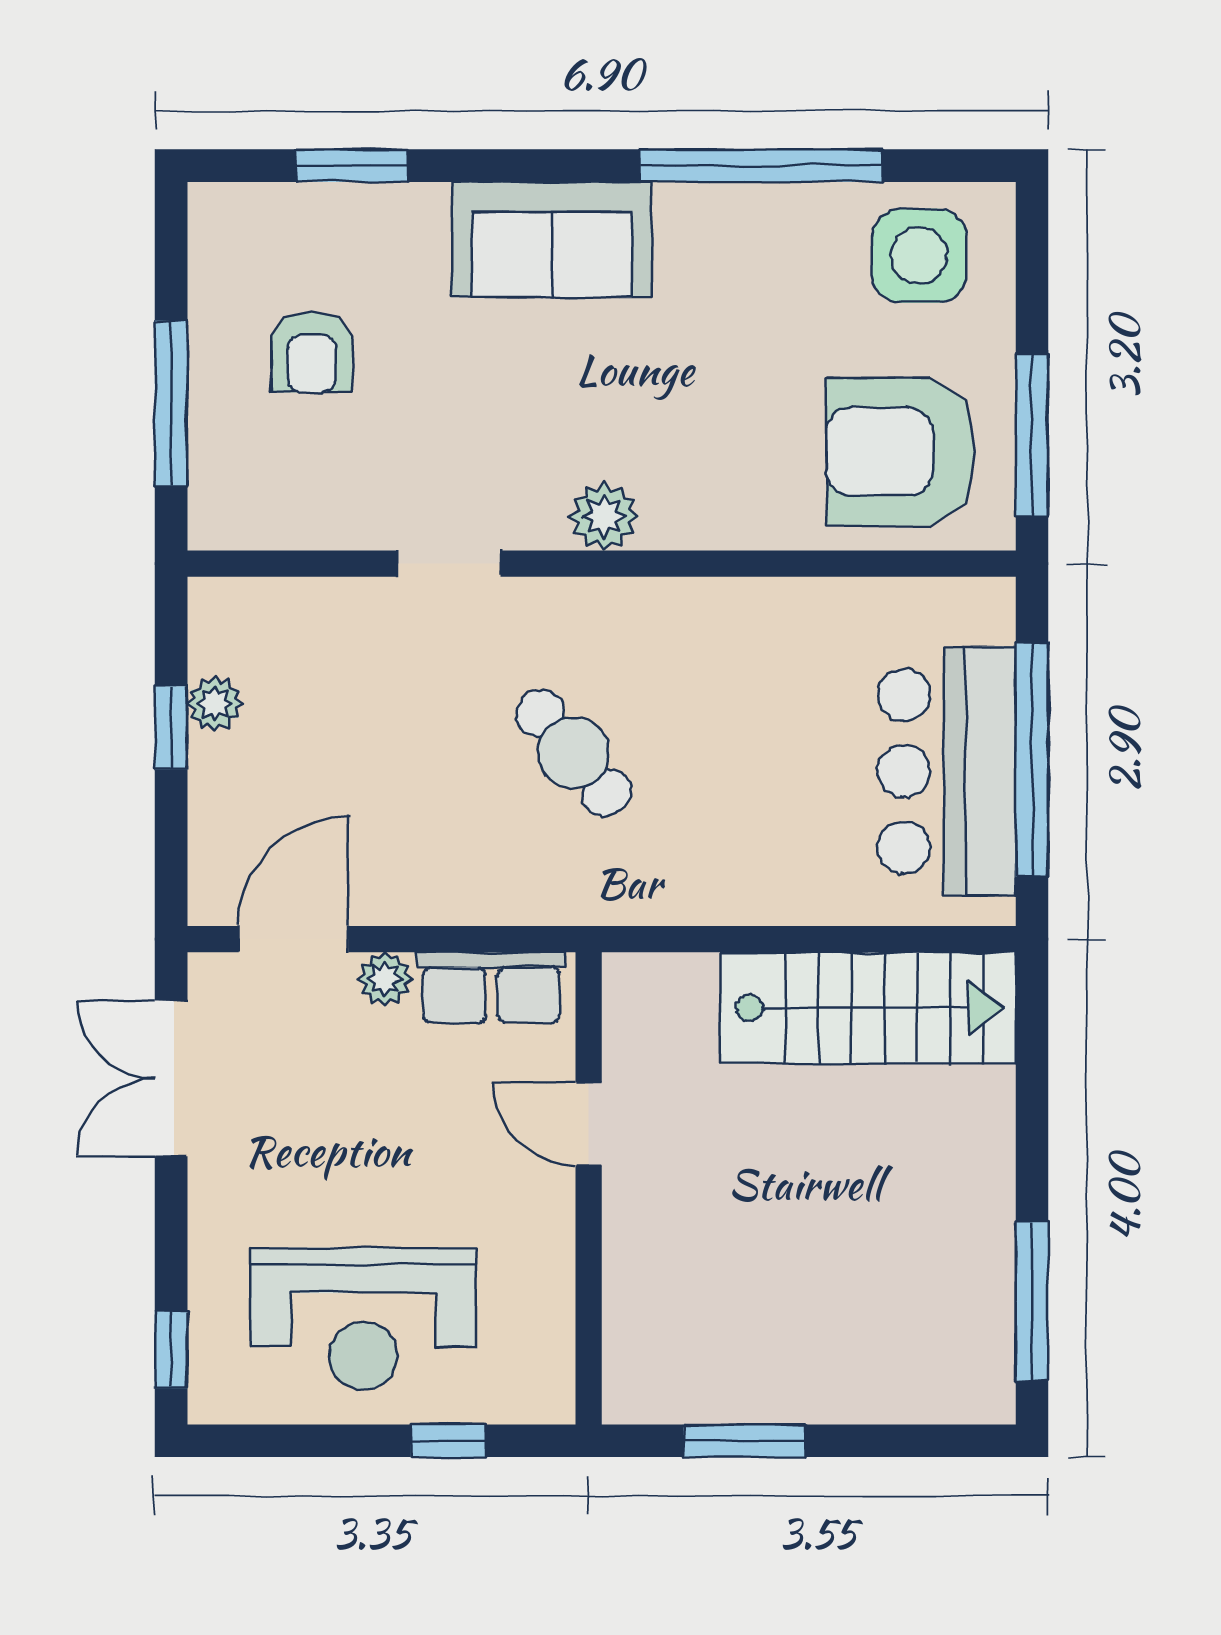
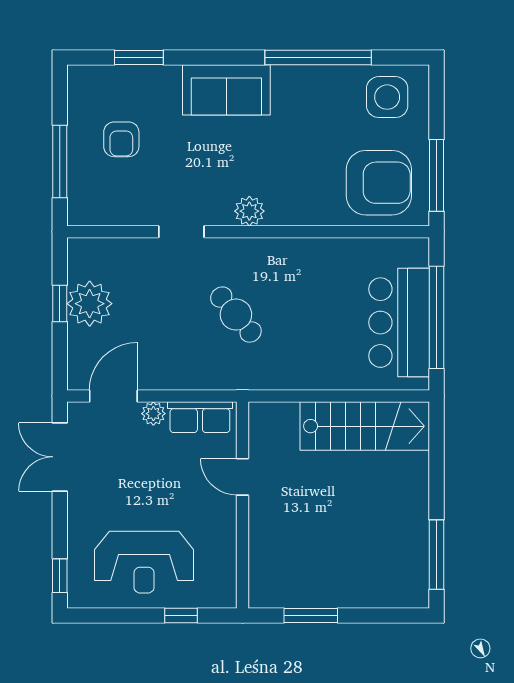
armchair: (900, 452) -> (379, 183), turned 180
plant: (215, 704) -> (90, 304), width x1.87, depth x1.87

